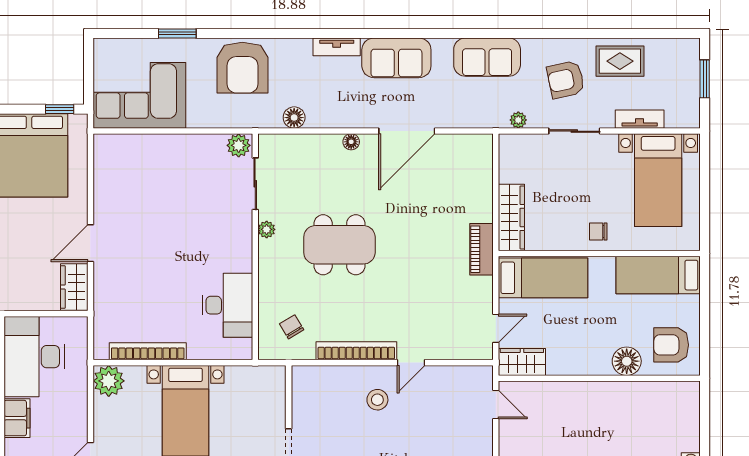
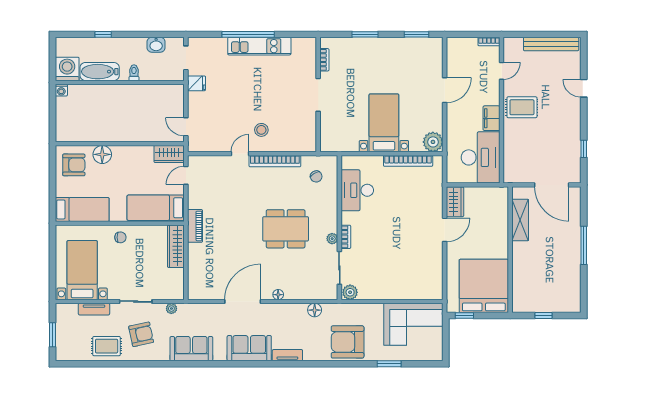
armchair: (242, 68) -> (348, 342), turned -90
bookcase: (245, 232) -> (346, 237), added

